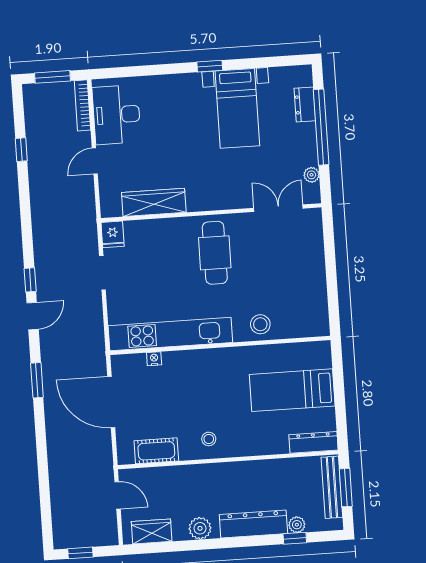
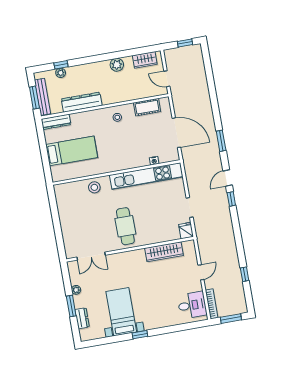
desk: (116, 115) -> (192, 305), width x0.73
window: (321, 127) -> (71, 306), width x0.47
plant: (311, 175) -> (76, 290), moved
dresser: (253, 524) -> (82, 102), moved, turned 180

